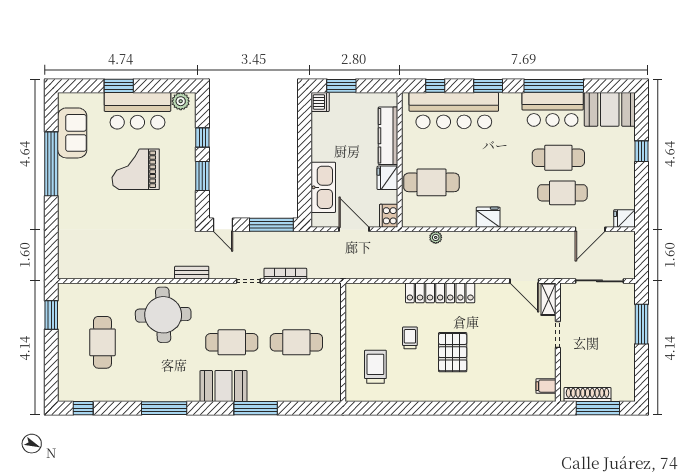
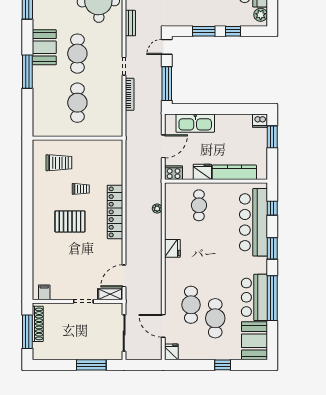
cafe table: (558, 158) -> (215, 318), moved
cafe table: (431, 182) -> (199, 205), width x0.73, depth x0.74

